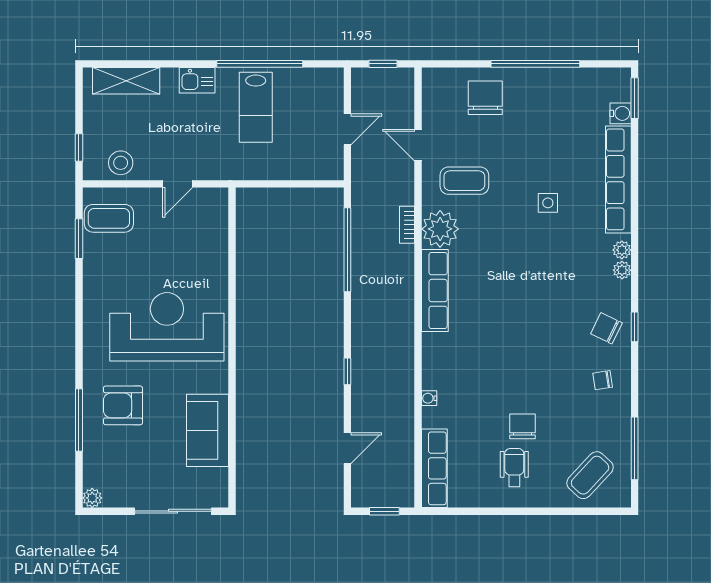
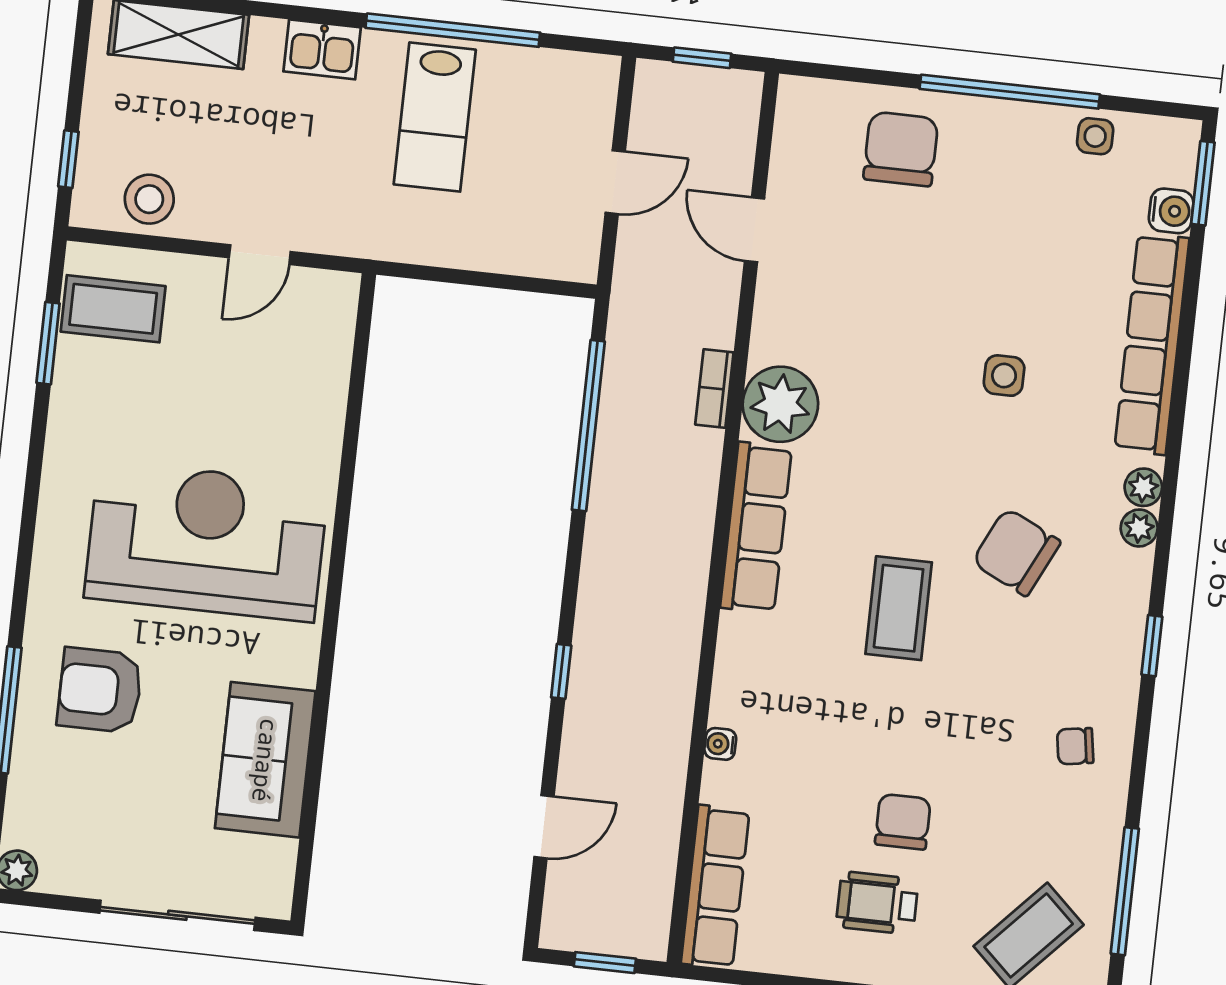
side table: (579, 81) -> (1095, 136), added
coffee table: (464, 181) -> (899, 608), moved, turned 90
chair: (606, 328) -> (1016, 552), moved, width x1.37, depth x1.37
wheelchair: (514, 467) -> (877, 903), turned -90

